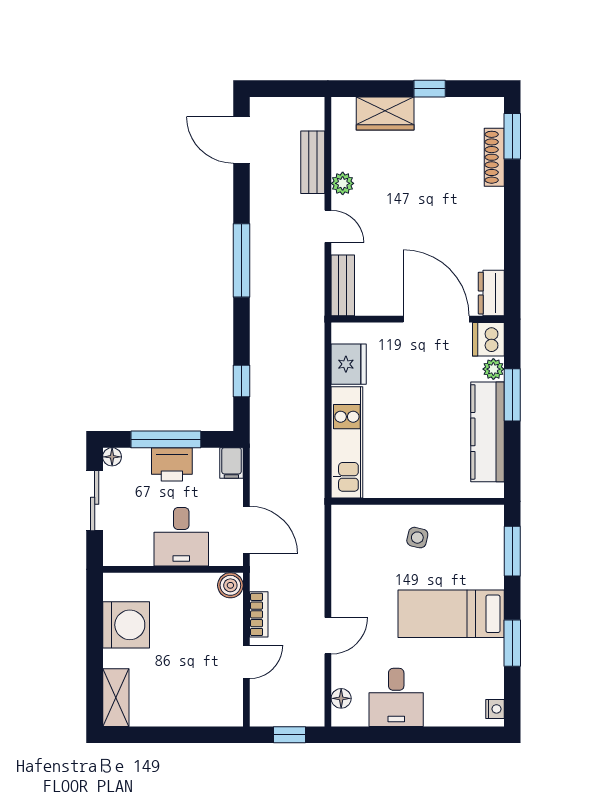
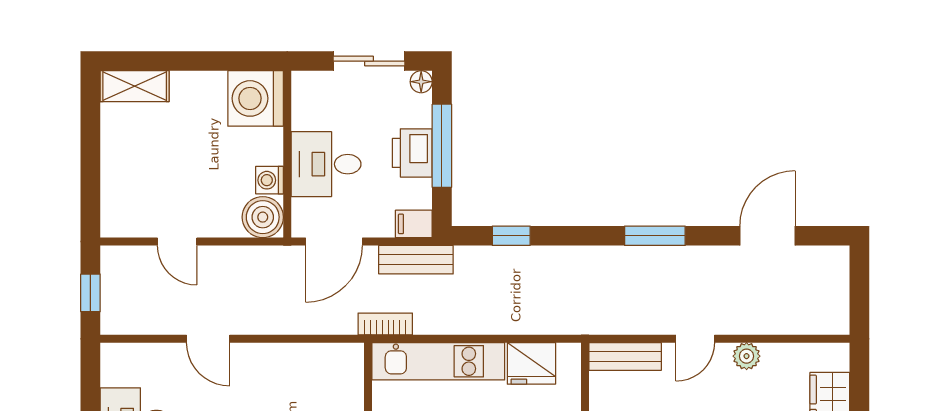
door: (241, 140) -> (767, 236), moved
bench: (313, 162) -> (416, 260), moved
window: (241, 260) -> (655, 236), width x0.69
washing machine: (195, 584) -> (270, 180), added
boiler: (230, 585) -> (263, 217), width x1.36, depth x1.36
bookcase: (259, 614) -> (385, 324), moved, turned 180
washing machine: (126, 625) -> (256, 98), moved, turned 90
floor lamp: (341, 698) -> (134, 354), removed

